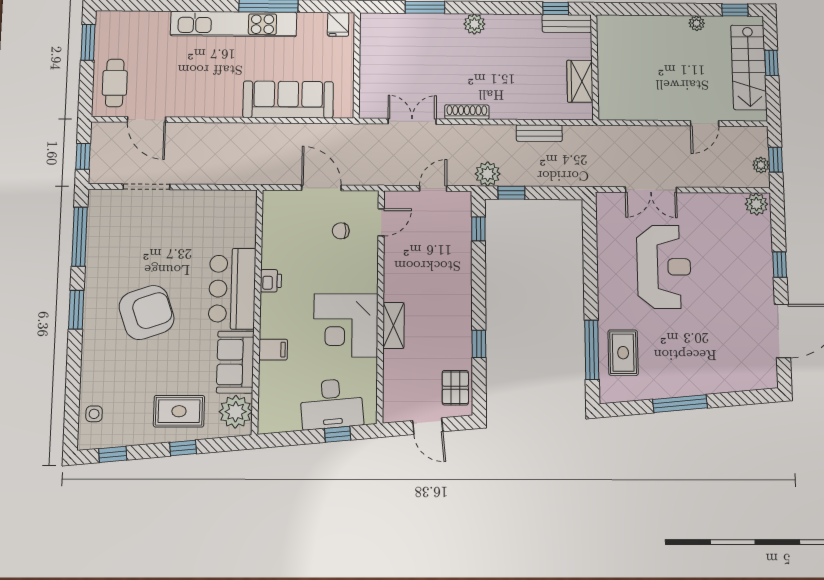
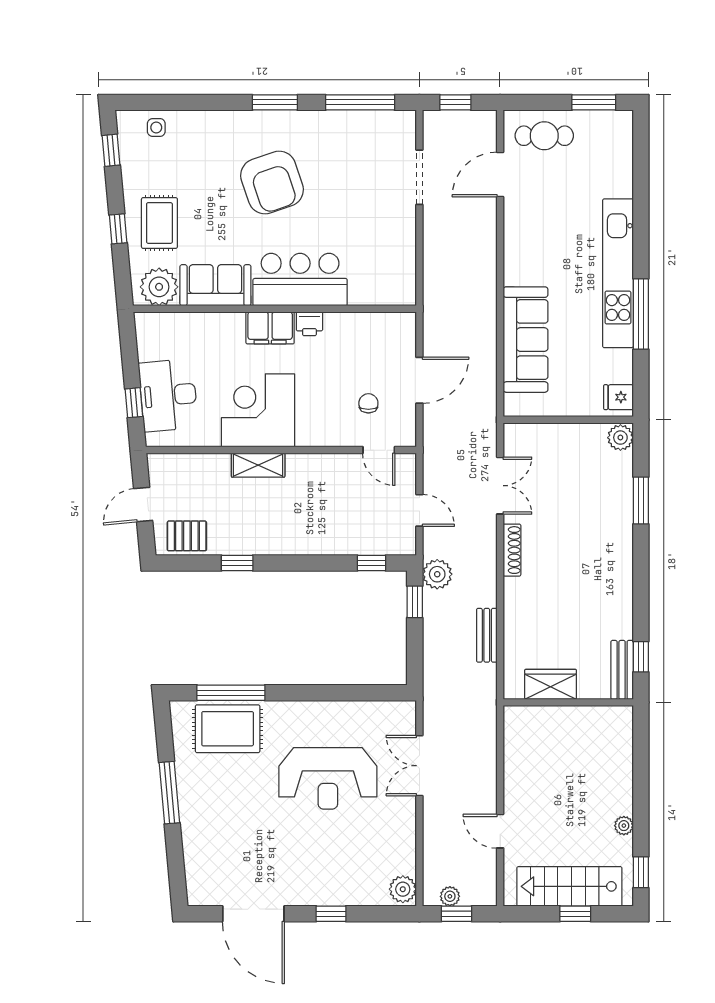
plant: (474, 24) -> (620, 438), moved
filing cabinet: (273, 350) -> (270, 328), moved, width x2.00
rug: (623, 353) -> (228, 729), width x1.36, depth x1.43

